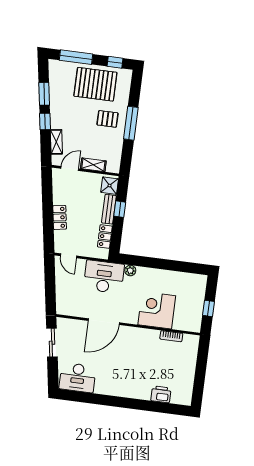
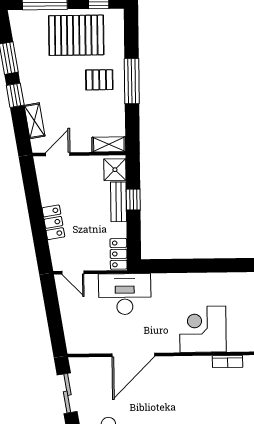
shelving: (93, 165) -> (109, 144), moved
locker: (105, 236) -> (119, 254), moved
plant: (130, 271) -> (159, 281), removed

